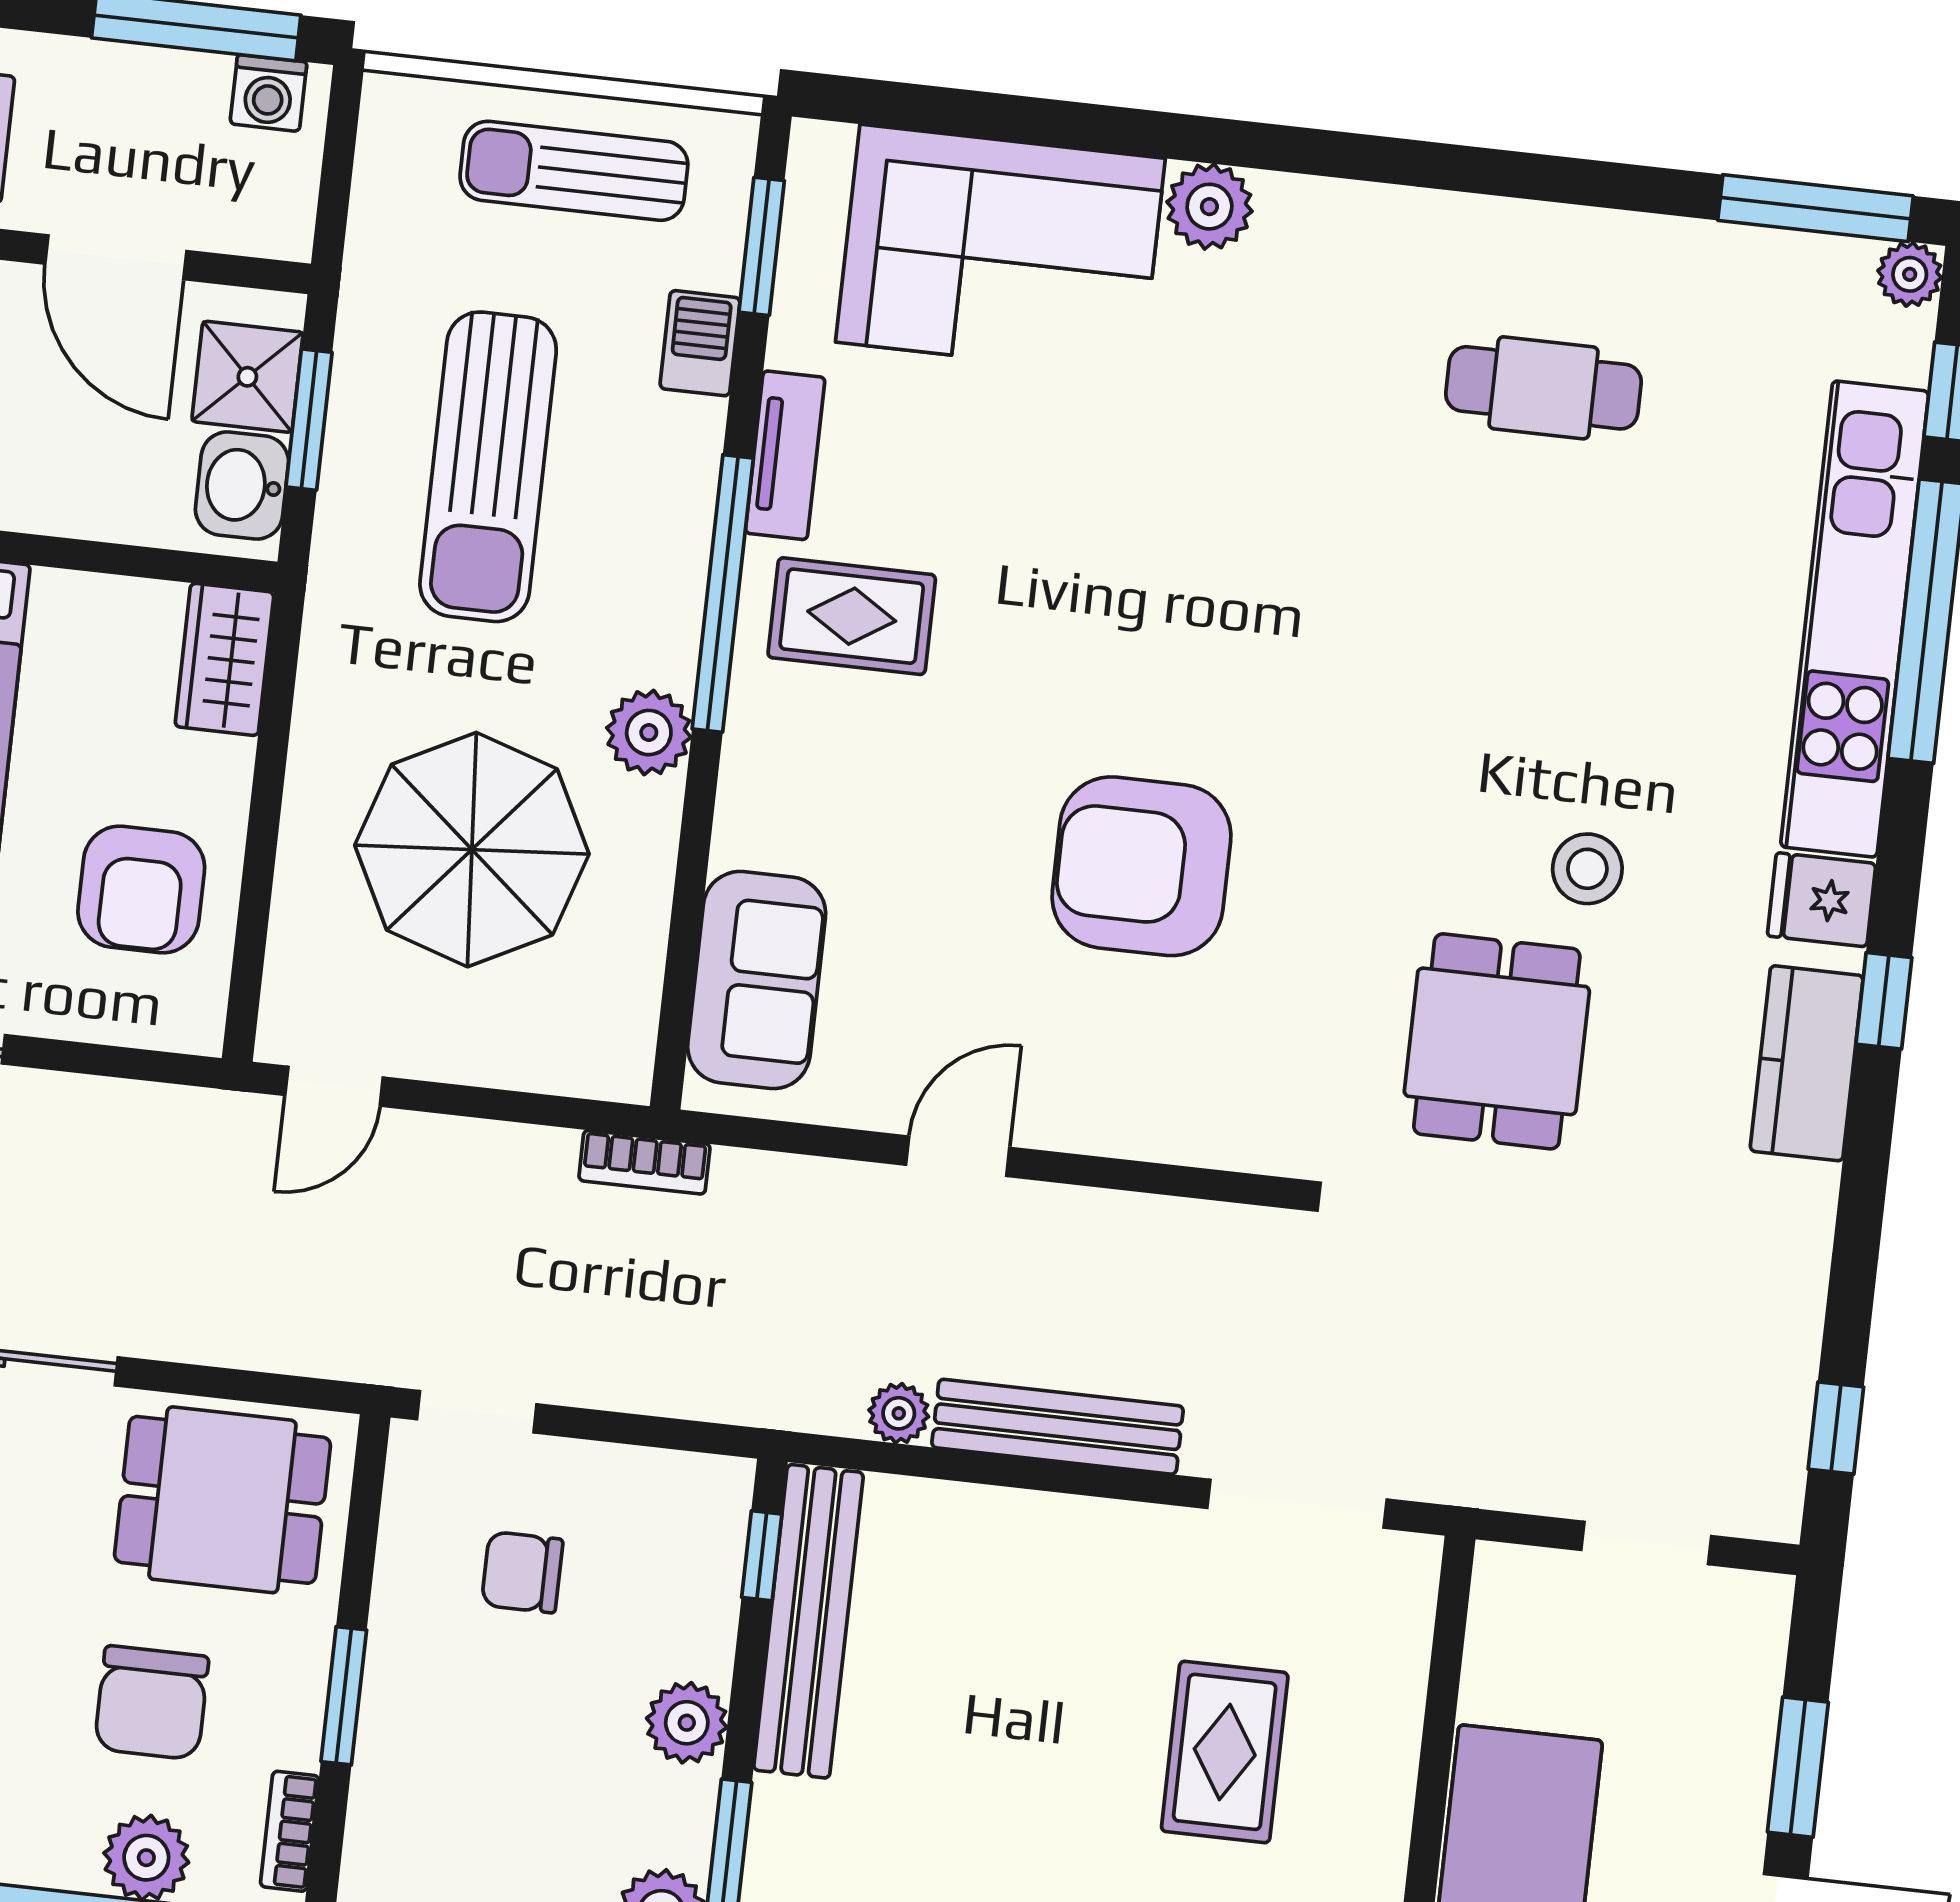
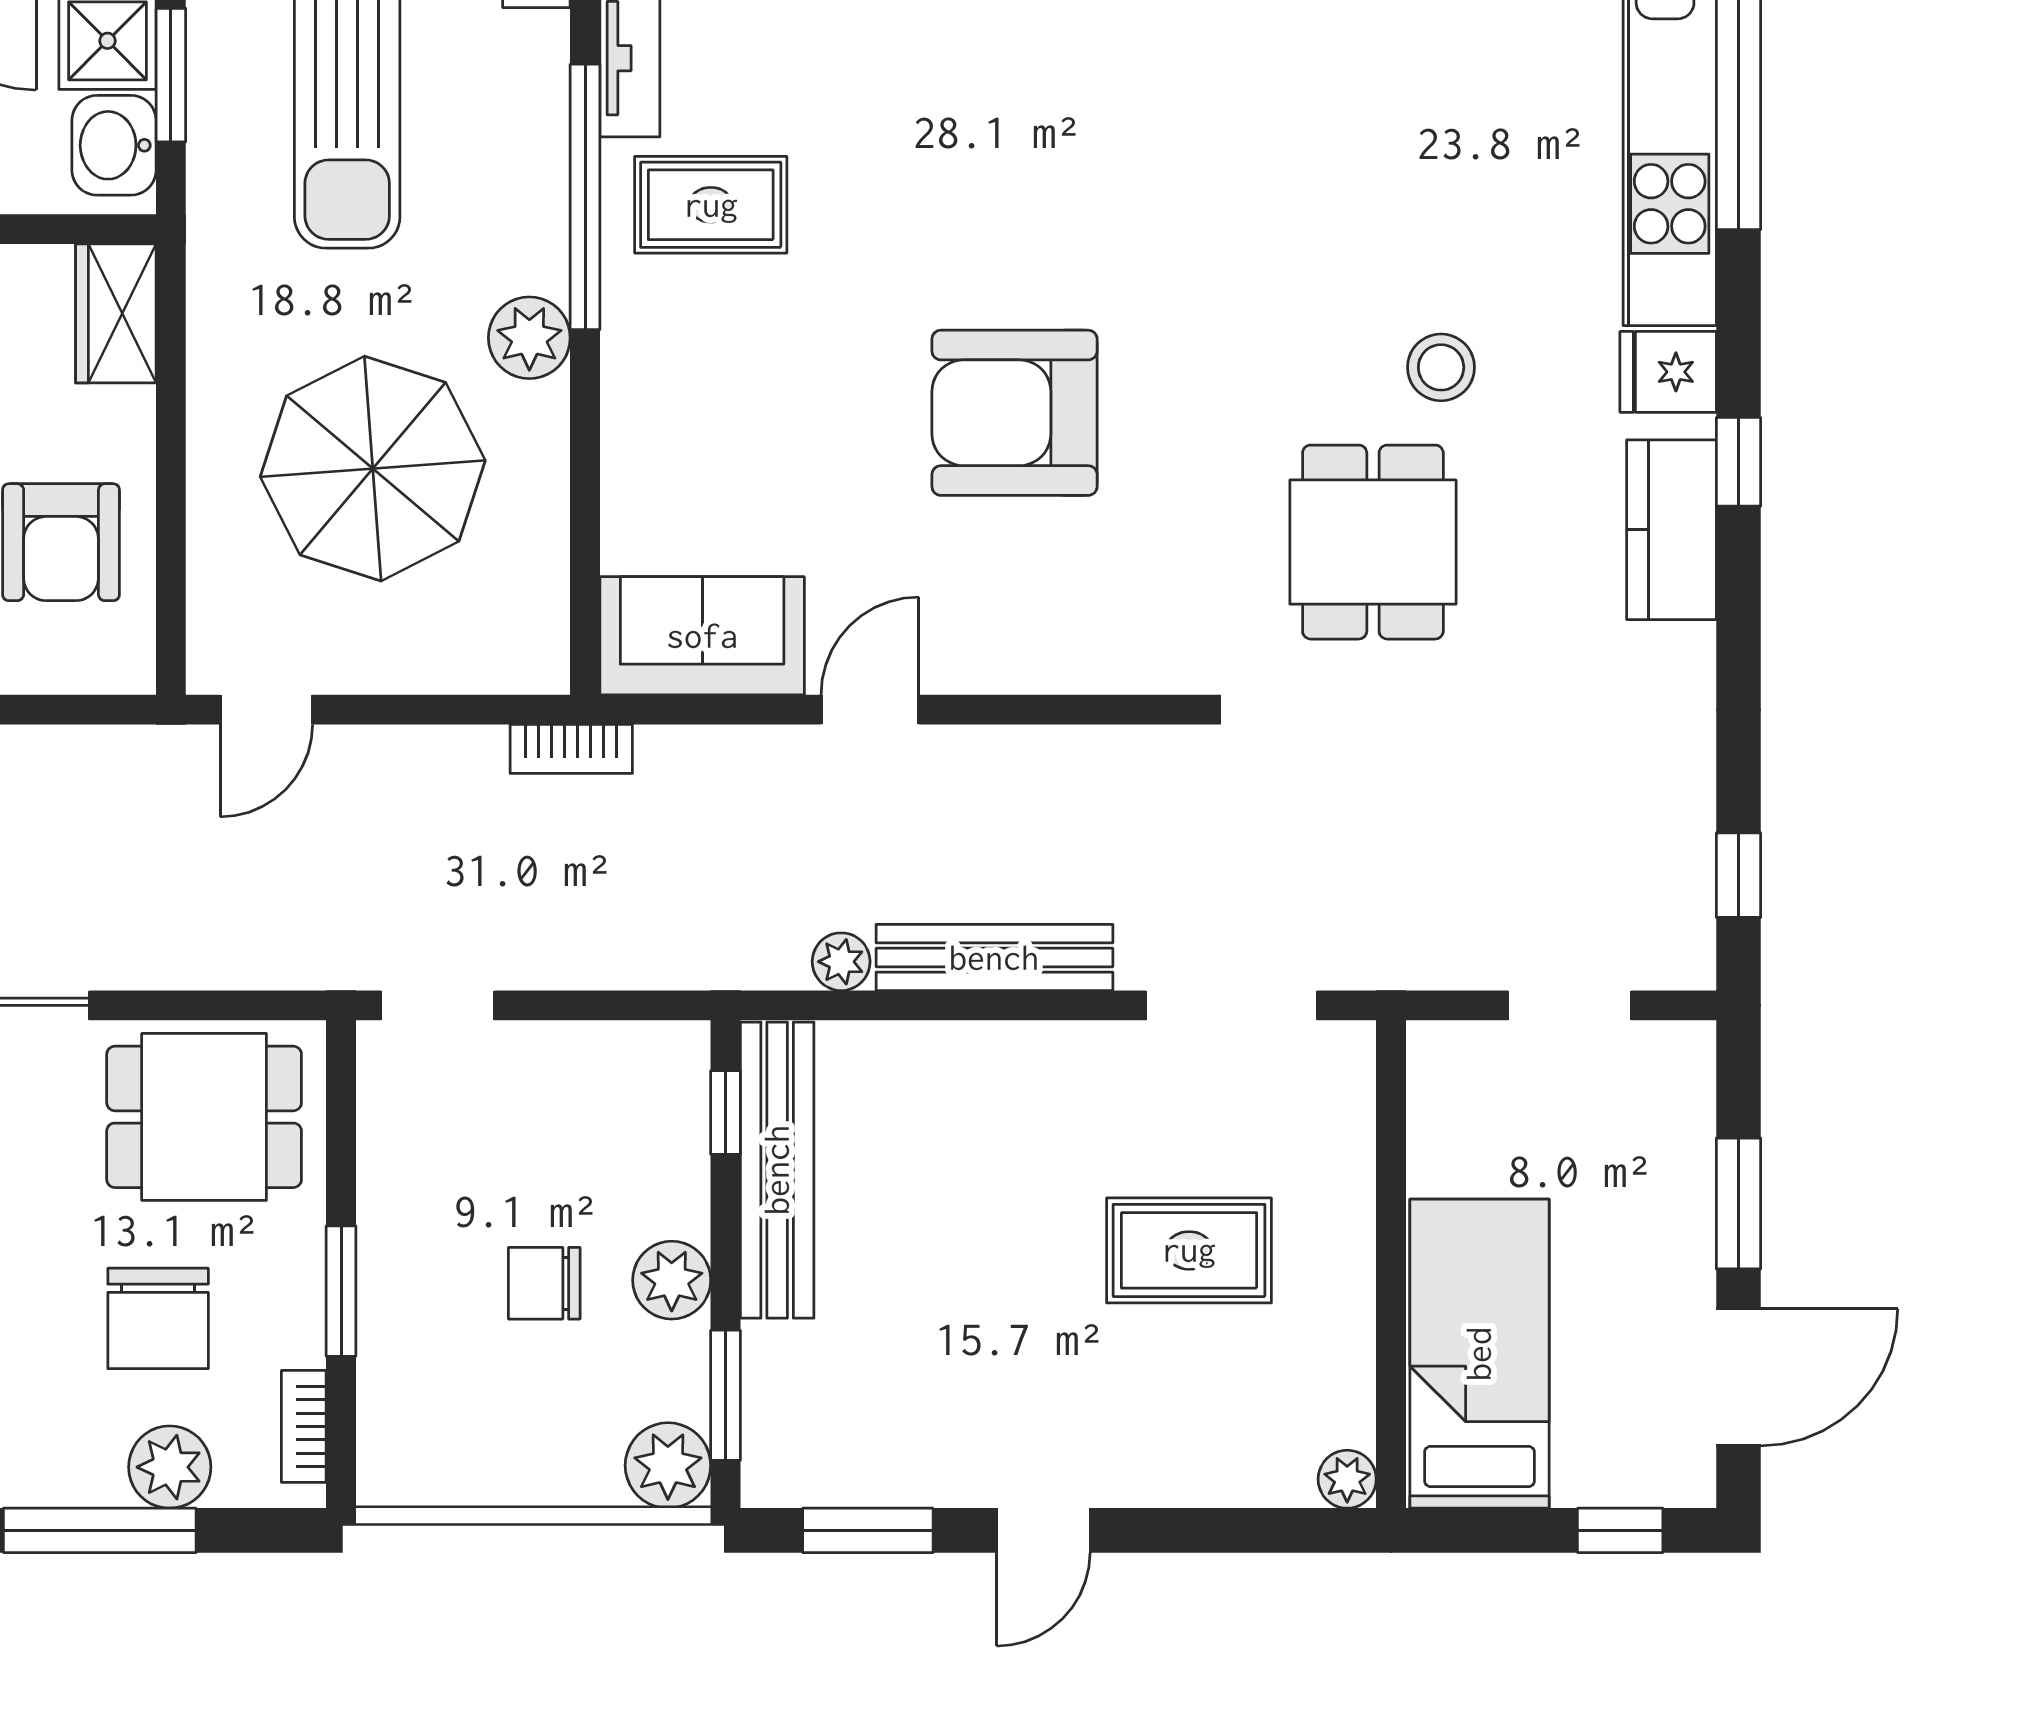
sofa: (757, 980) -> (702, 636), moved, turned -90
chair: (522, 1572) -> (544, 1283), moved
rug: (1225, 1752) -> (1189, 1250), turned 90

